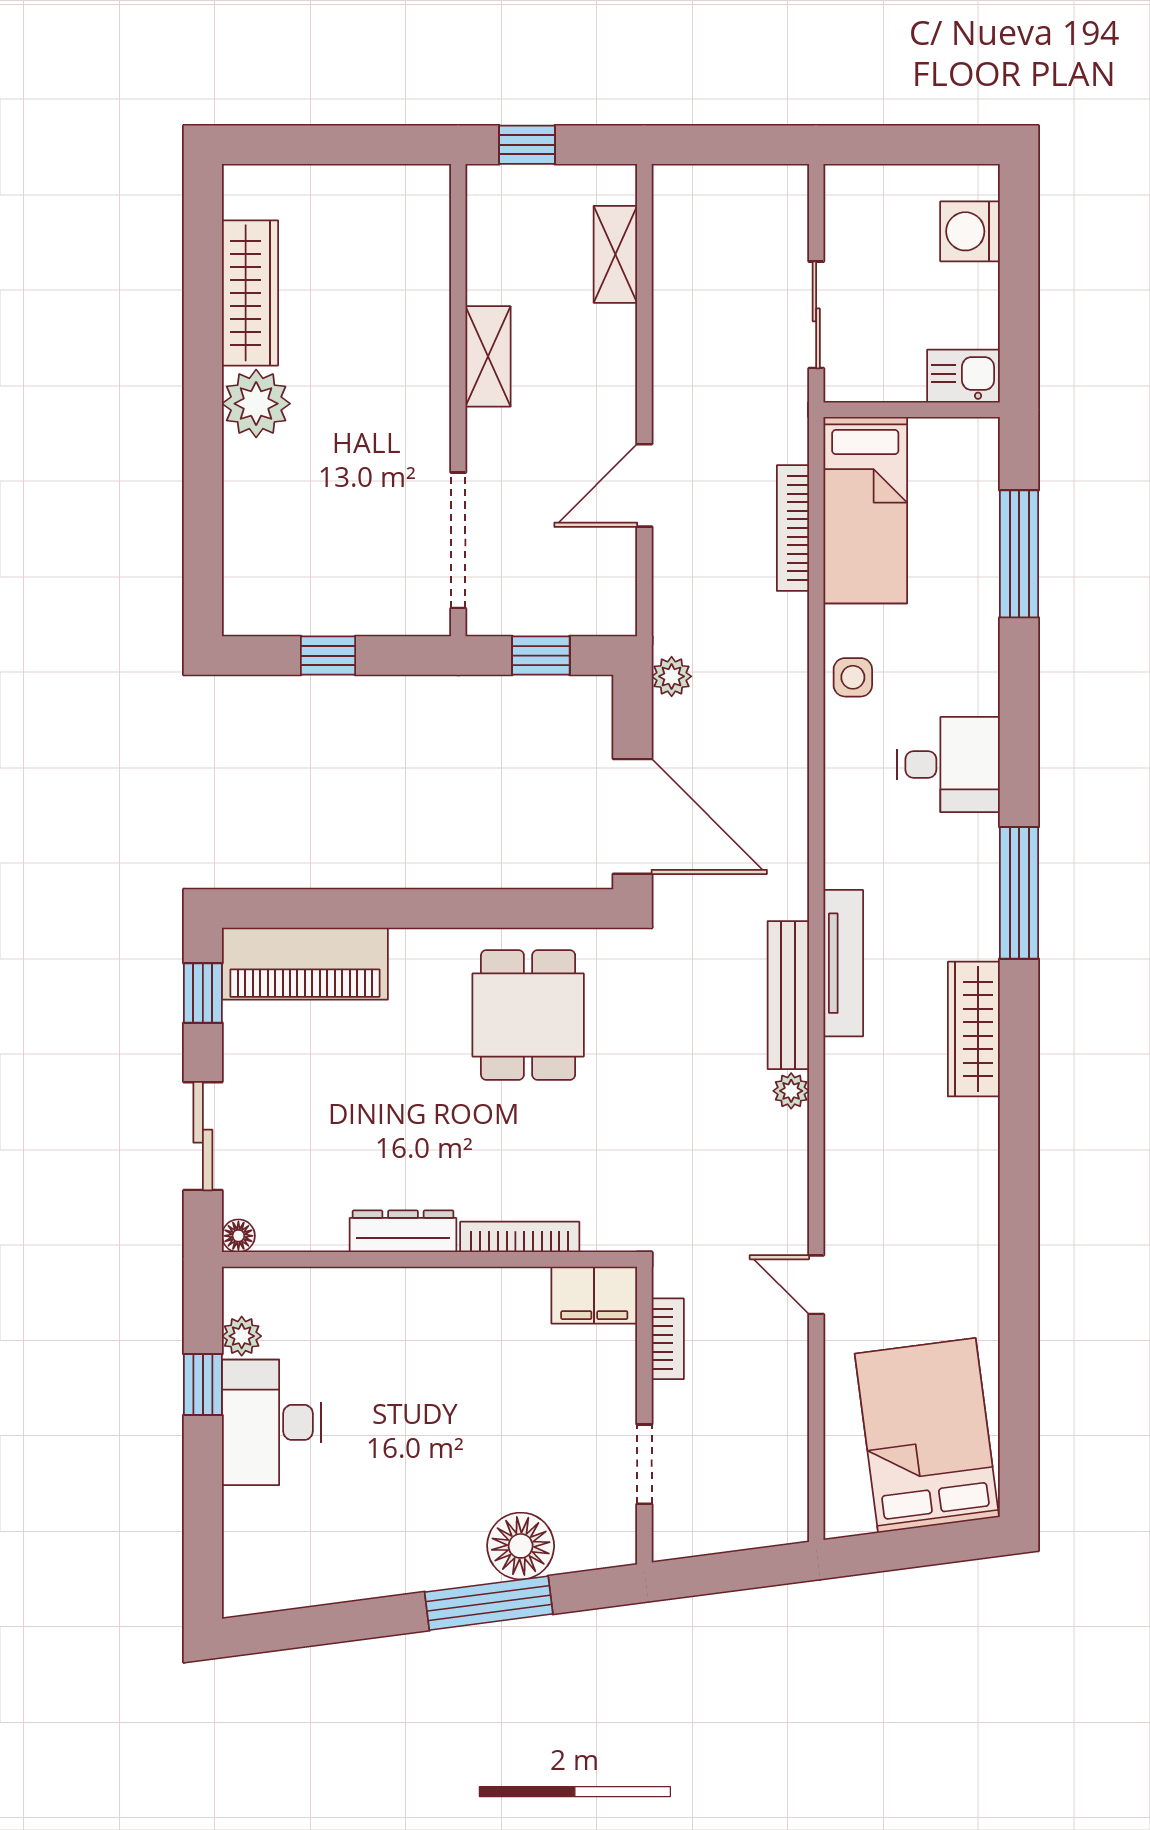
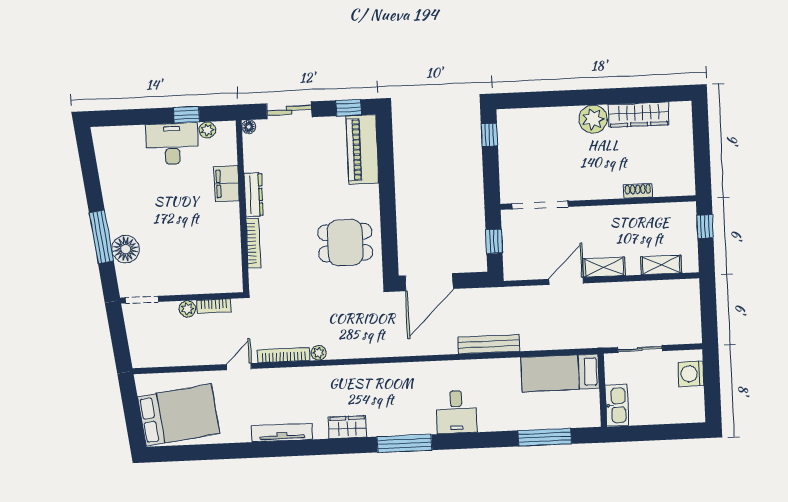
washing machine: (970, 231) -> (691, 374), moved, turned -90
shoe rack: (435, 303) -> (638, 191), added
shelving: (488, 356) -> (604, 267), moved
kitchen sink: (963, 376) -> (617, 405), width x1.38
door: (644, 485) -> (566, 281), hinge flipped
bookcase: (793, 528) -> (284, 355), moved
window: (328, 656) -> (489, 135), moved
plant: (672, 676) -> (187, 309), moved
side table: (853, 677) -> (491, 371), removed
tv unit: (843, 963) -> (282, 433), moved, turned 180
bench: (788, 995) -> (489, 344), moved
wardrobe: (974, 1029) -> (347, 427), width x0.67
filing cabinet: (594, 1295) -> (227, 184), moved
doorway: (644, 1464) -> (142, 300), moved

